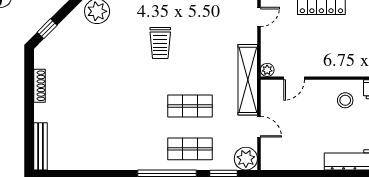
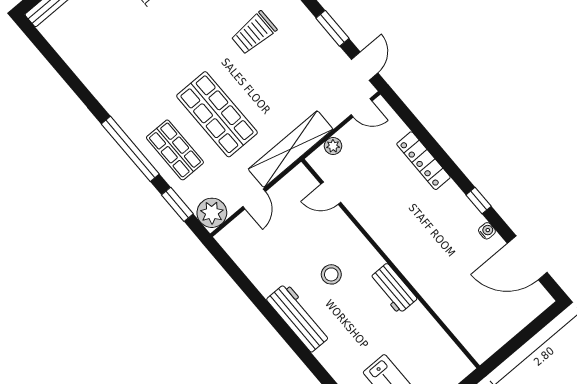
plant: (267, 70) -> (333, 146), moved
stool: (345, 100) -> (331, 274), moved
shop shelf: (190, 106) -> (217, 114), width x1.43, depth x1.36

